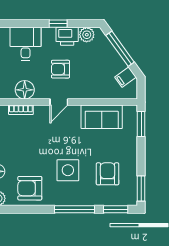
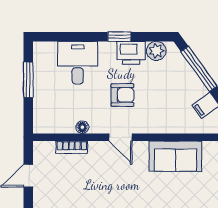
armchair: (60, 69) -> (122, 95), turned 180
floor lamp: (25, 90) -> (82, 127), width x0.53, depth x0.53
door: (59, 102) -> (121, 137), hinge flipped

